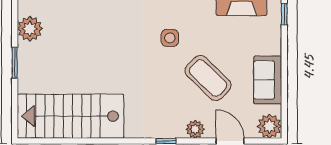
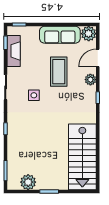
coffee table: (208, 78) -> (59, 72), turned -44
sofa: (268, 80) -> (60, 35), width x1.36

